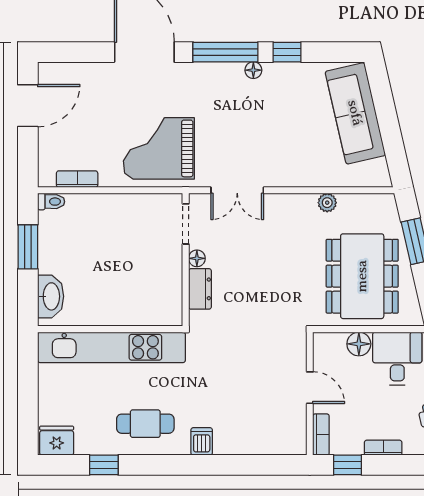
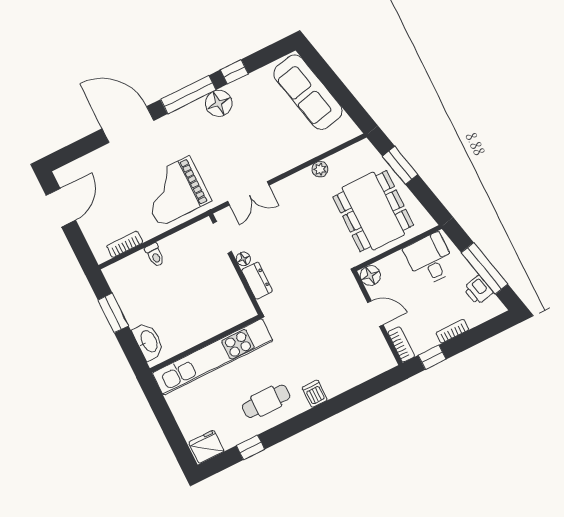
floor lamp: (253, 70) -> (219, 103), width x1.89, depth x1.89
toilet: (51, 202) -> (155, 255), moved, turned 90
floor lamp: (359, 344) -> (370, 276), moved

